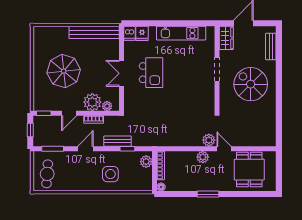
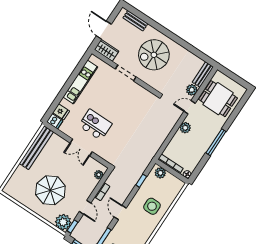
plant: (92, 102) -> (63, 222), moved
plant: (209, 140) -> (192, 90), moved
bench: (118, 141) -> (203, 75), moved
window: (208, 194) -> (216, 142), width x1.44

